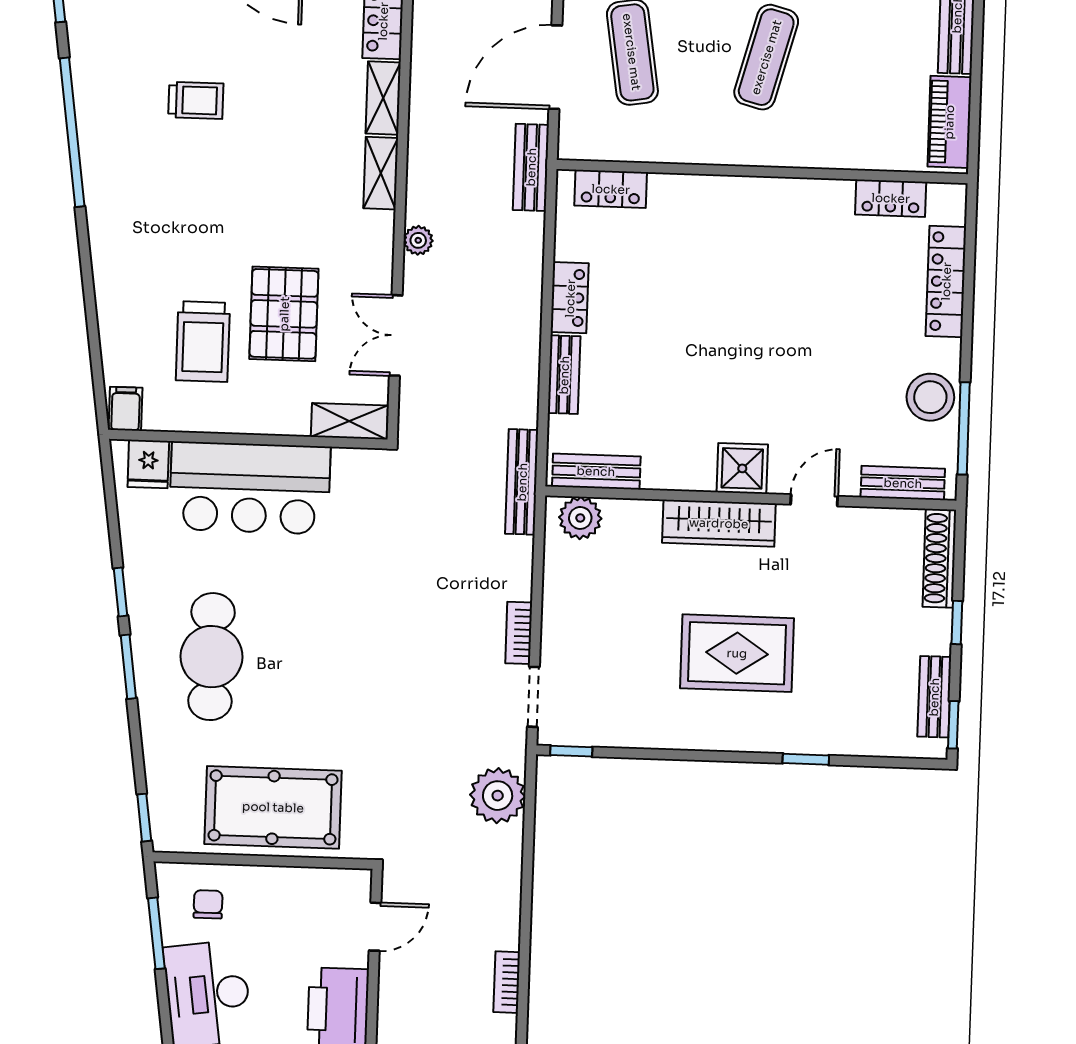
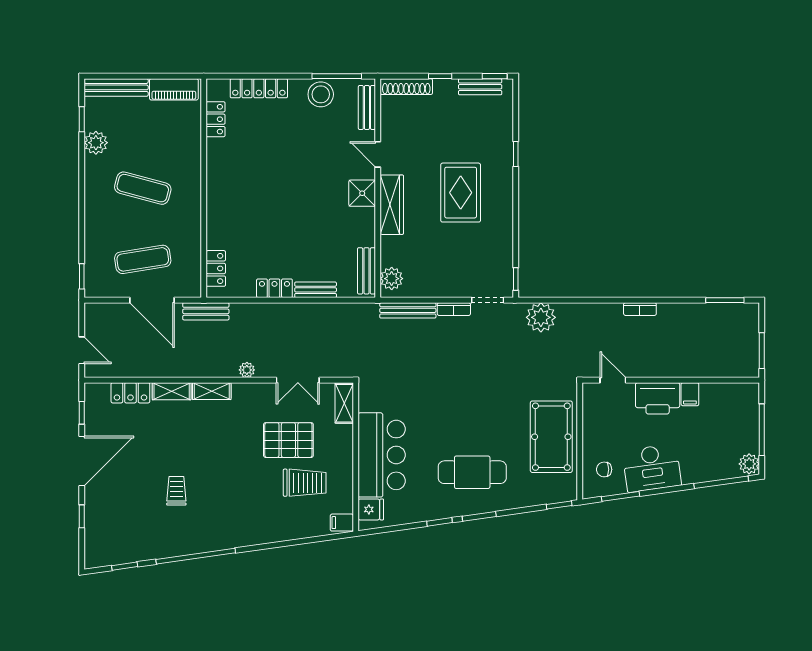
bench: (522, 482) -> (408, 310), moved

